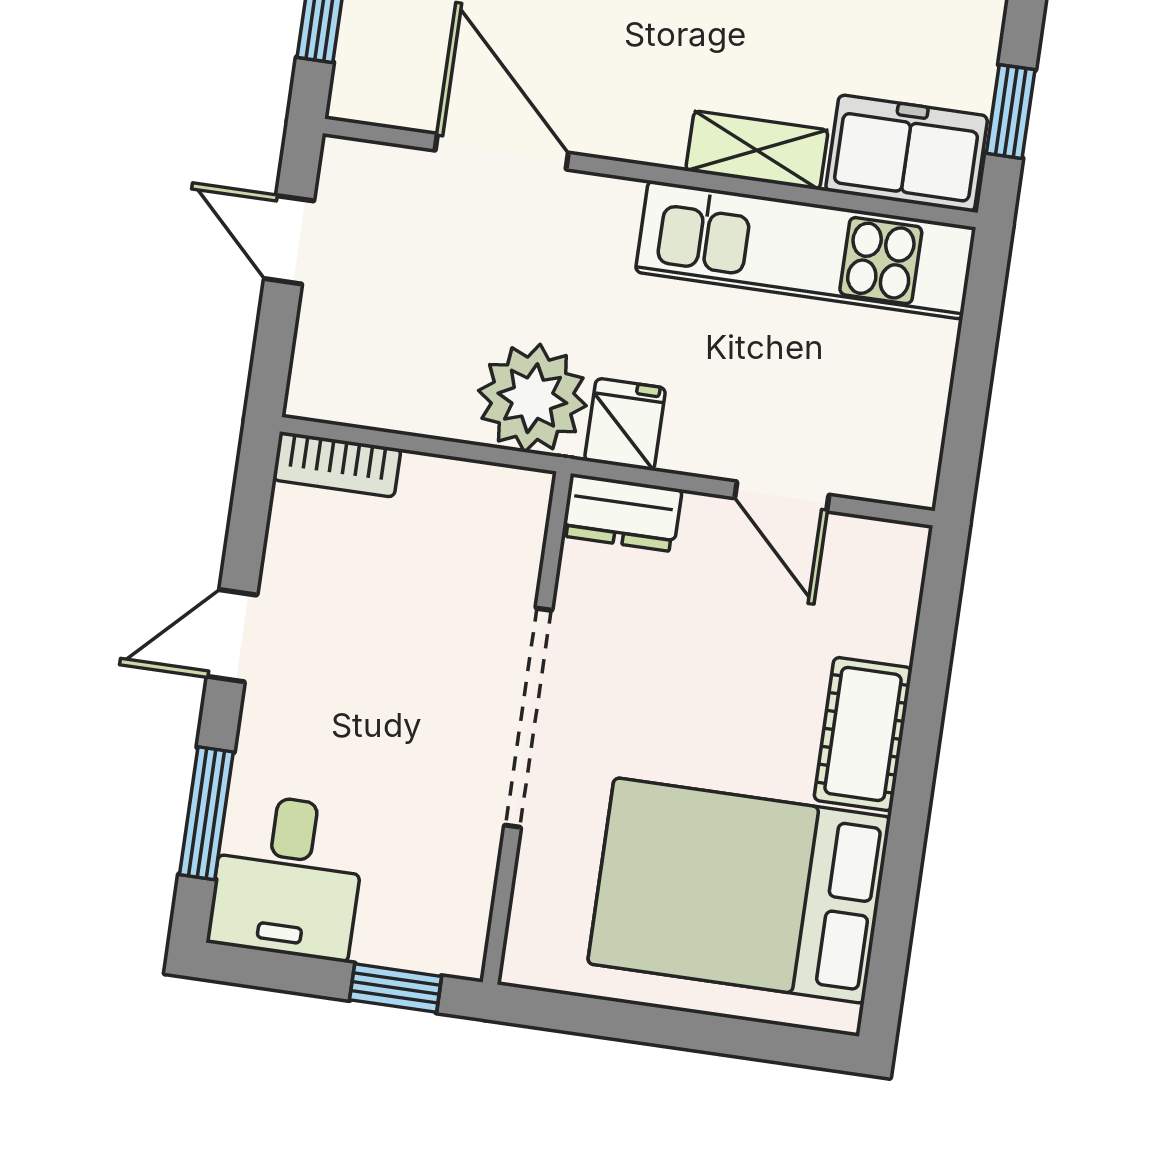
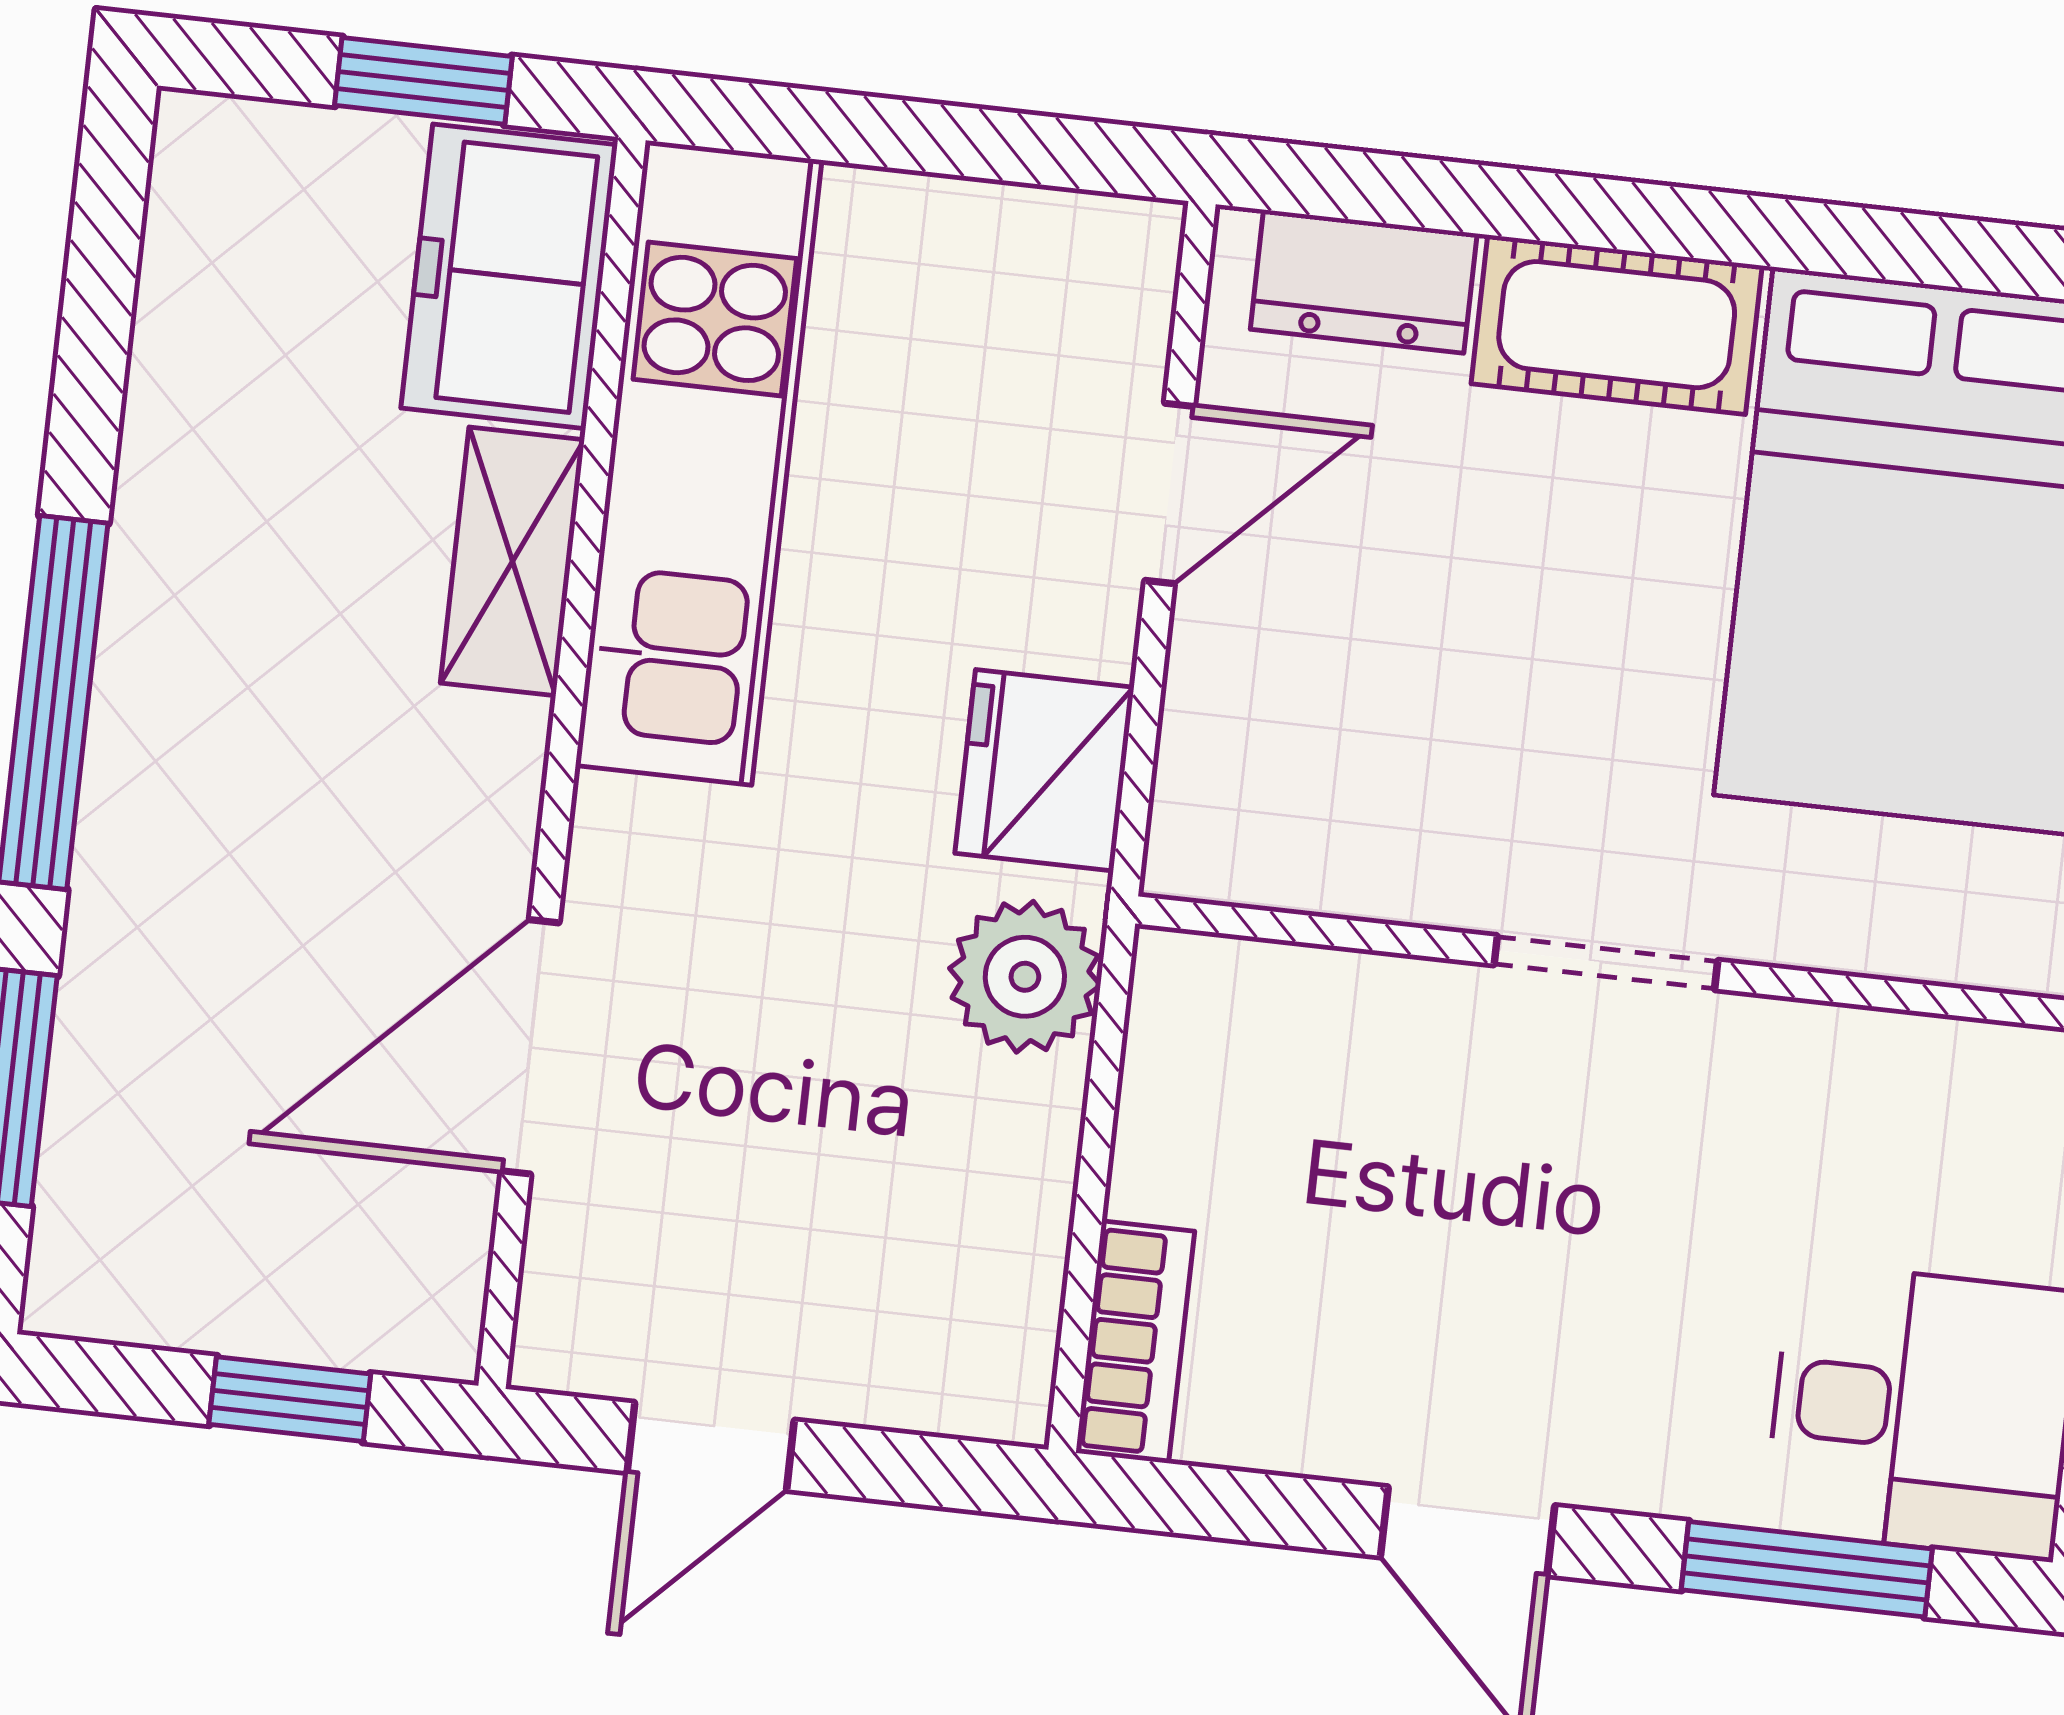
plant: (532, 398) -> (1025, 977), width x0.73, depth x0.73
fridge: (625, 424) -> (1044, 770), width x1.38
dresser: (622, 513) -> (1364, 281), moved, turned 90
doorway: (528, 718) -> (1606, 963), width x0.53

